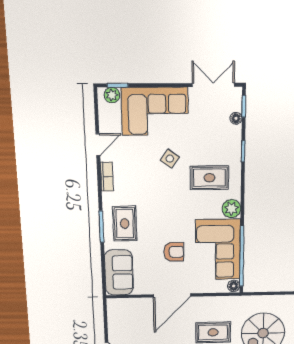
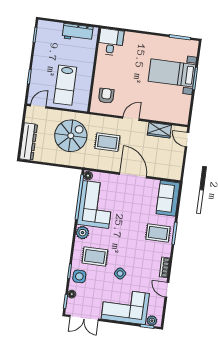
door: (98, 145) -> (167, 290), hinge flipped
side table: (228, 146) -> (79, 276), added
rug: (125, 224) -> (158, 233), turned 90
armchair: (174, 252) -> (127, 208), removed
door: (172, 295) -> (133, 175), hinge flipped

